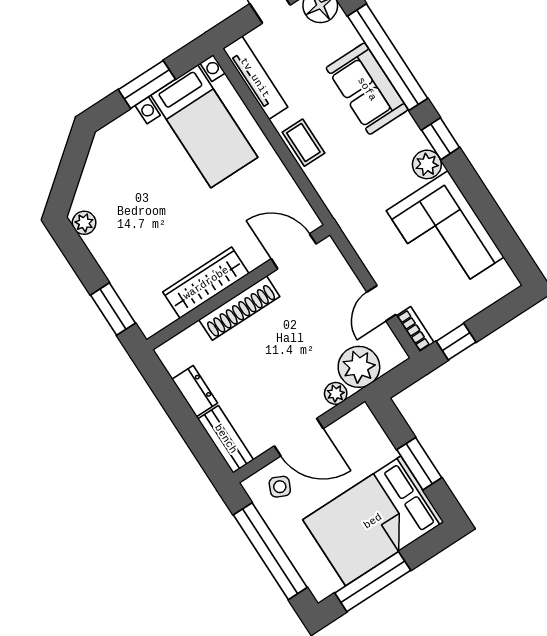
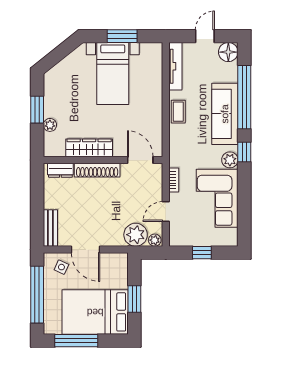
sofa: (367, 89) -> (225, 114), width x1.36
bed with nightstands: (204, 126) -> (113, 73), moved
plant: (84, 223) -> (50, 125), moved
window: (113, 309) -> (37, 110), moved
bookcase: (415, 329) -> (174, 180), moved
window: (456, 342) -> (202, 253), moved
dresser: (195, 391) -> (60, 170), moved, turned 90
plant: (336, 393) -> (155, 240), moved

